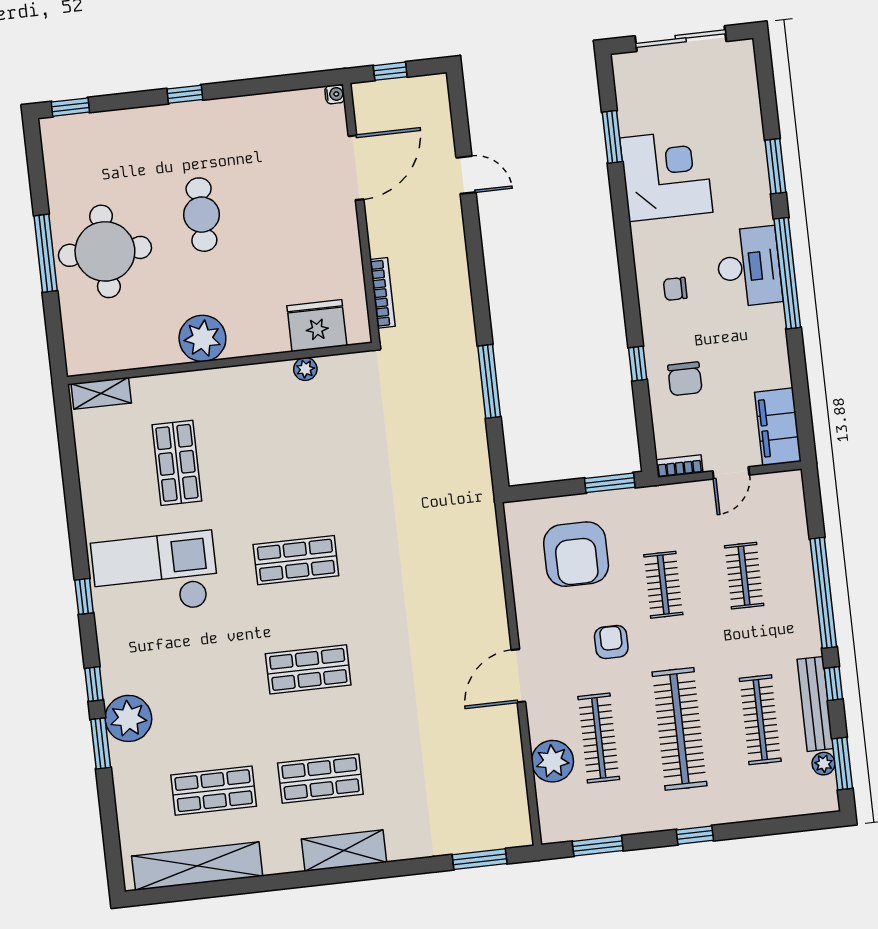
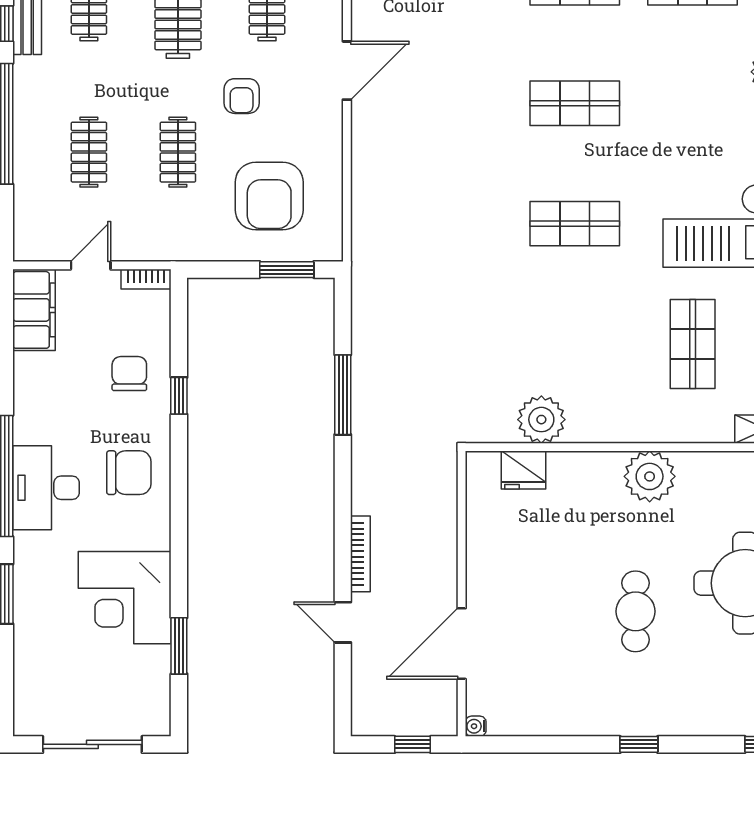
chair: (675, 289) -> (129, 473), width x1.87, depth x1.87
bookcase: (382, 293) -> (360, 554), moved, turned 180
fridge: (317, 326) -> (523, 470), width x0.73, depth x0.75
plant: (305, 369) -> (541, 420), width x1.88, depth x1.88
window: (610, 483) -> (287, 270), moved
armchair: (576, 554) -> (269, 196), turned 180

